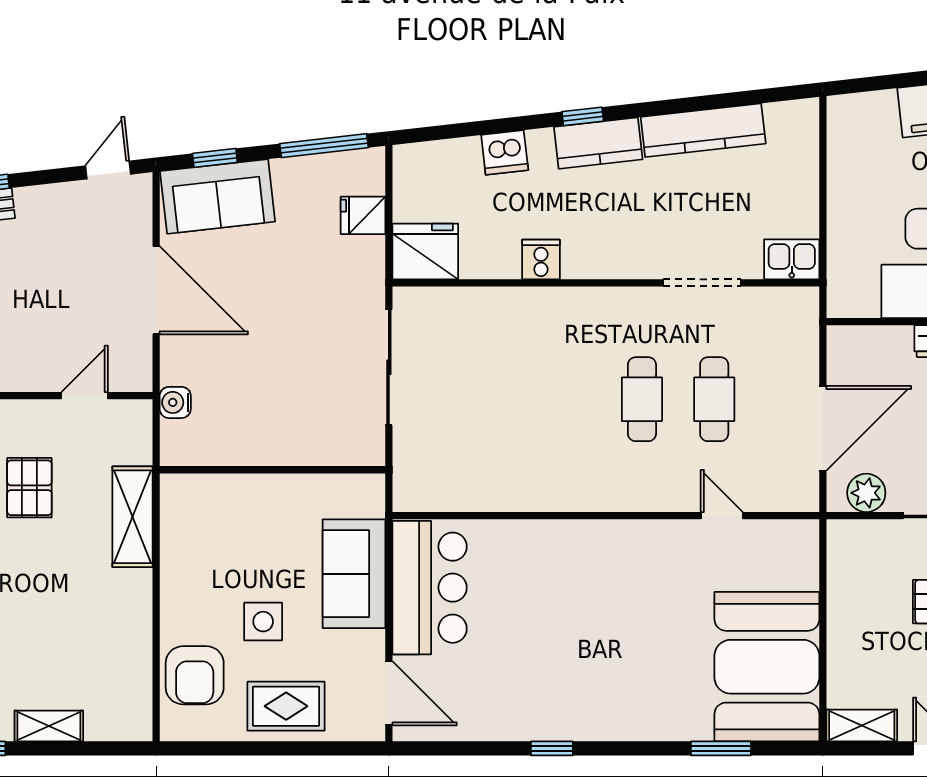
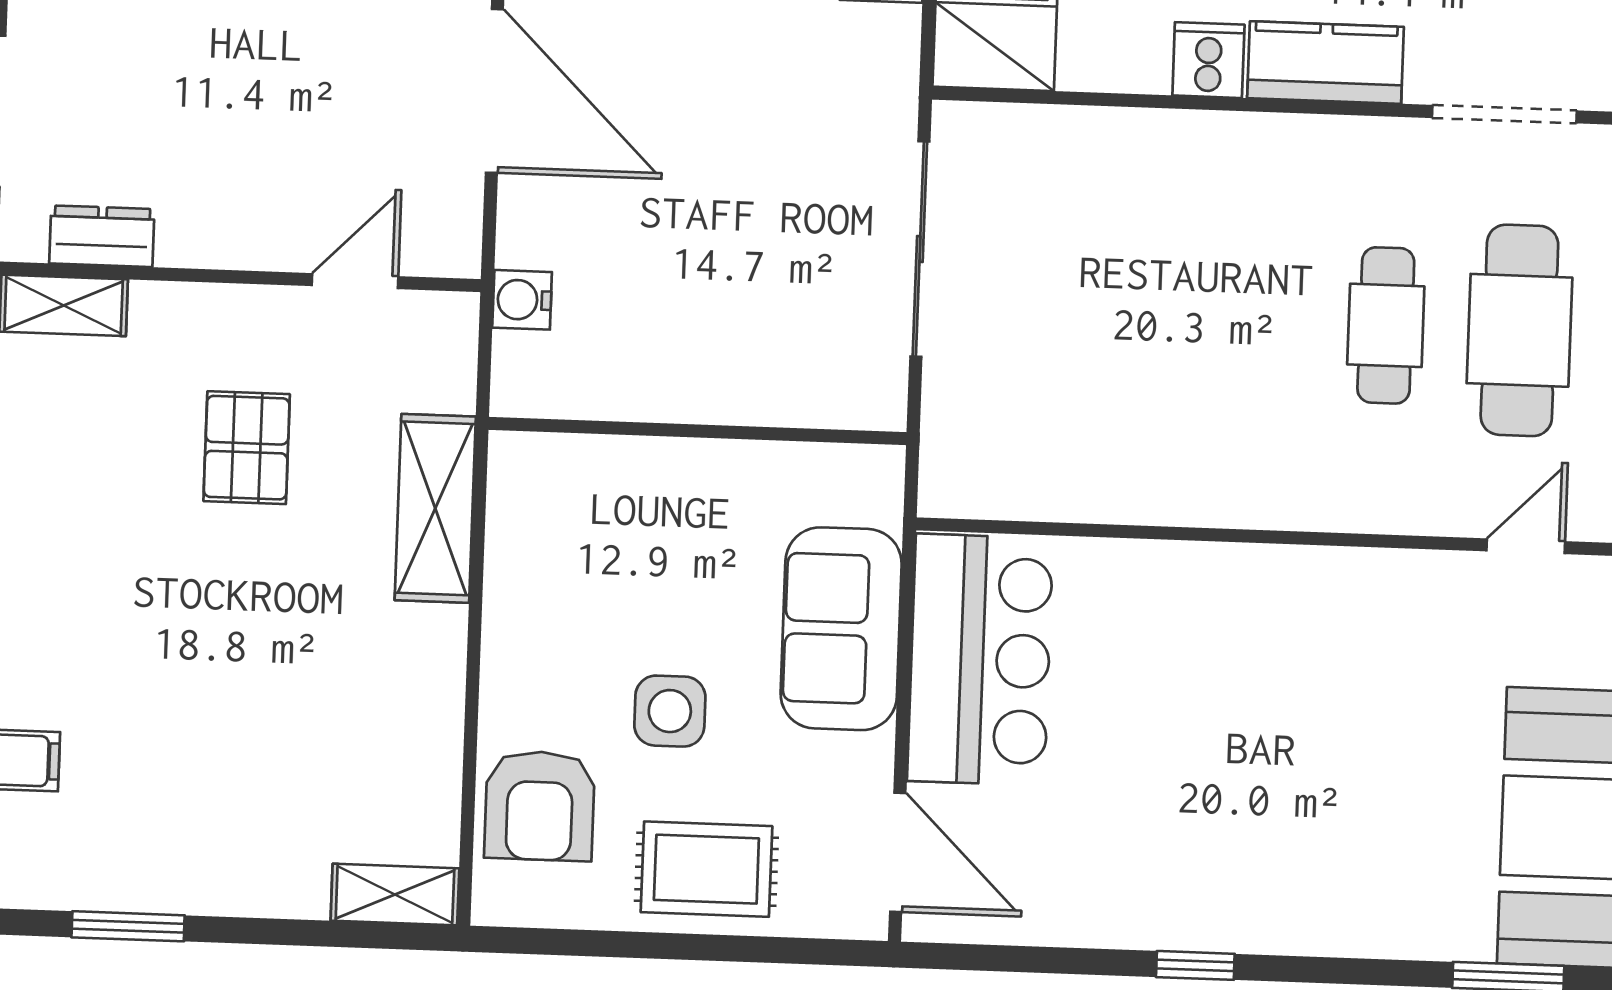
kitchen counter: (604, 258) -> (1325, 63), added
cafe table: (714, 399) -> (1519, 330), width x1.37, depth x1.35
door: (722, 516) -> (1526, 546), hinge flipped
shelving: (49, 726) -> (395, 894), moved

